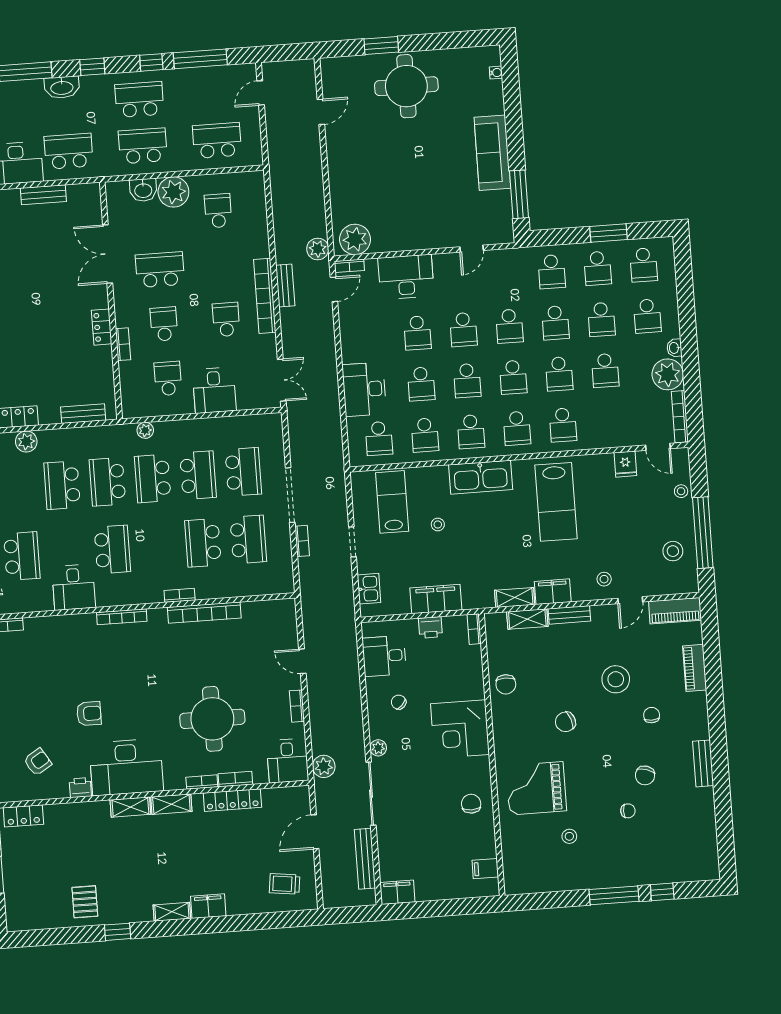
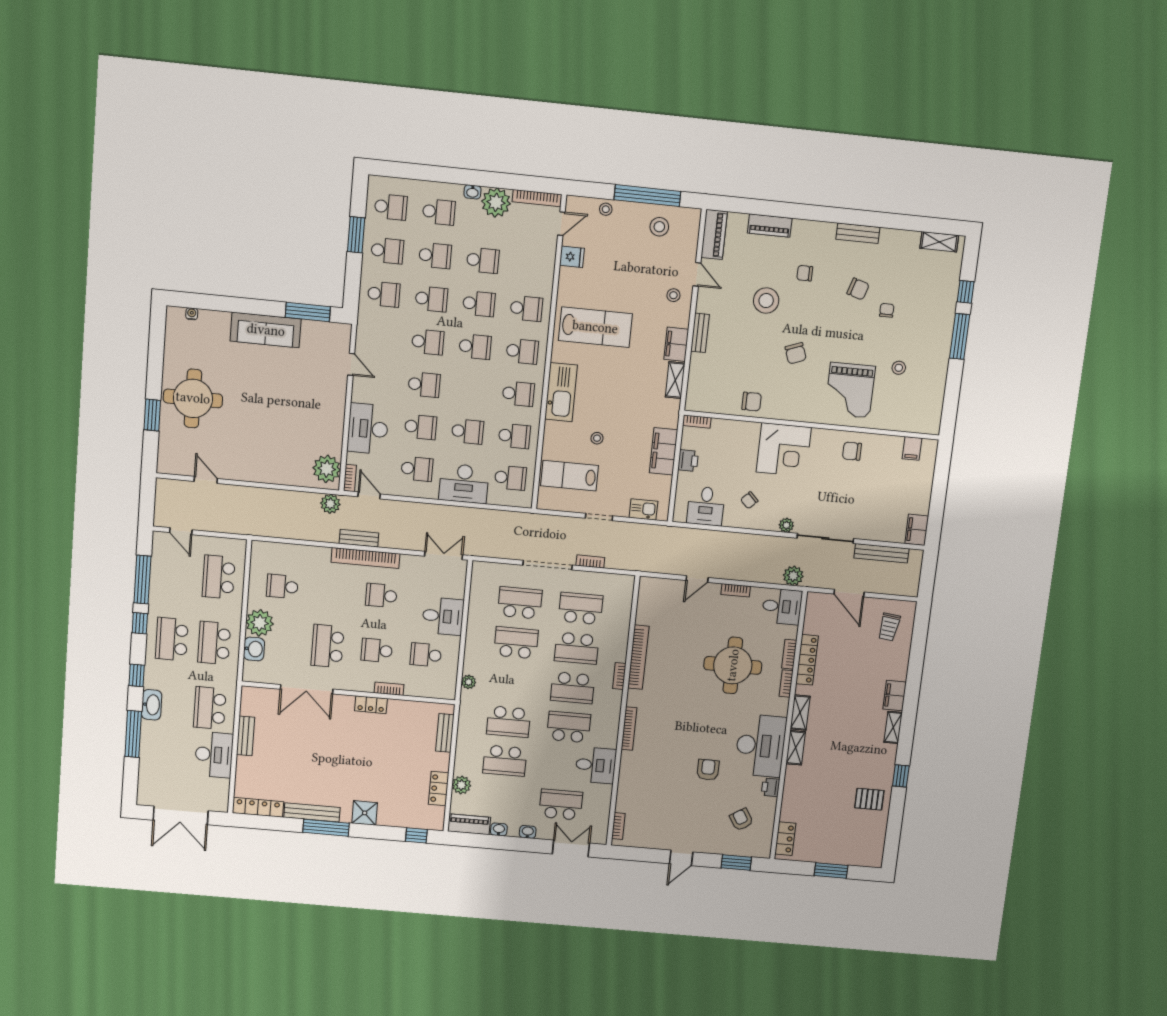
school desk: (467, 381) -> (417, 469), moved
school desk: (153, 478) -> (573, 688), moved
shelving: (527, 619) -> (939, 242), moved, turned 90

